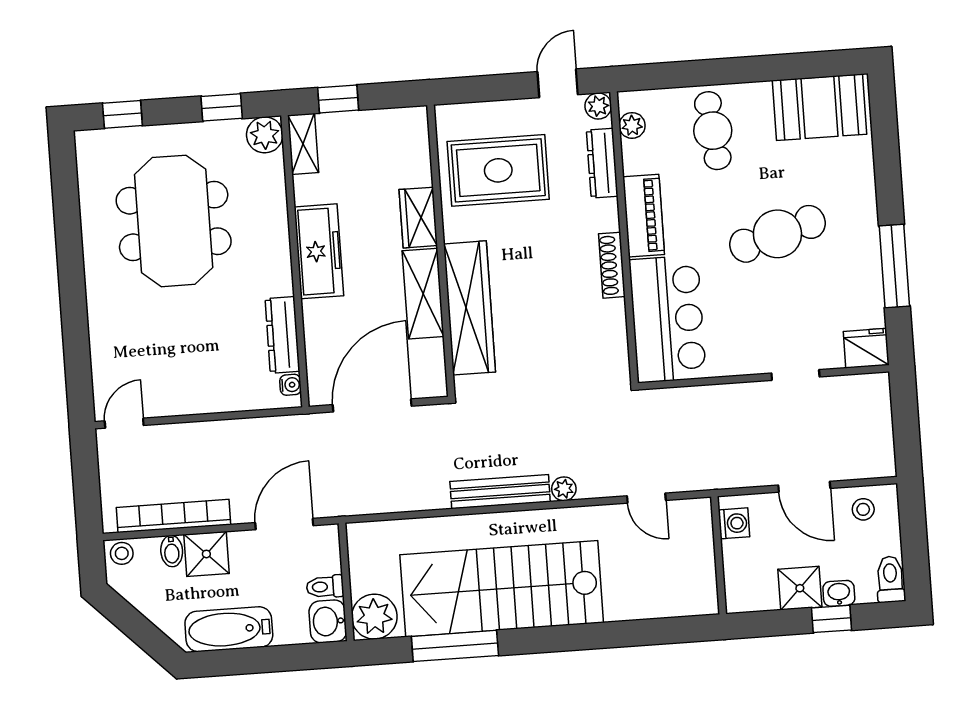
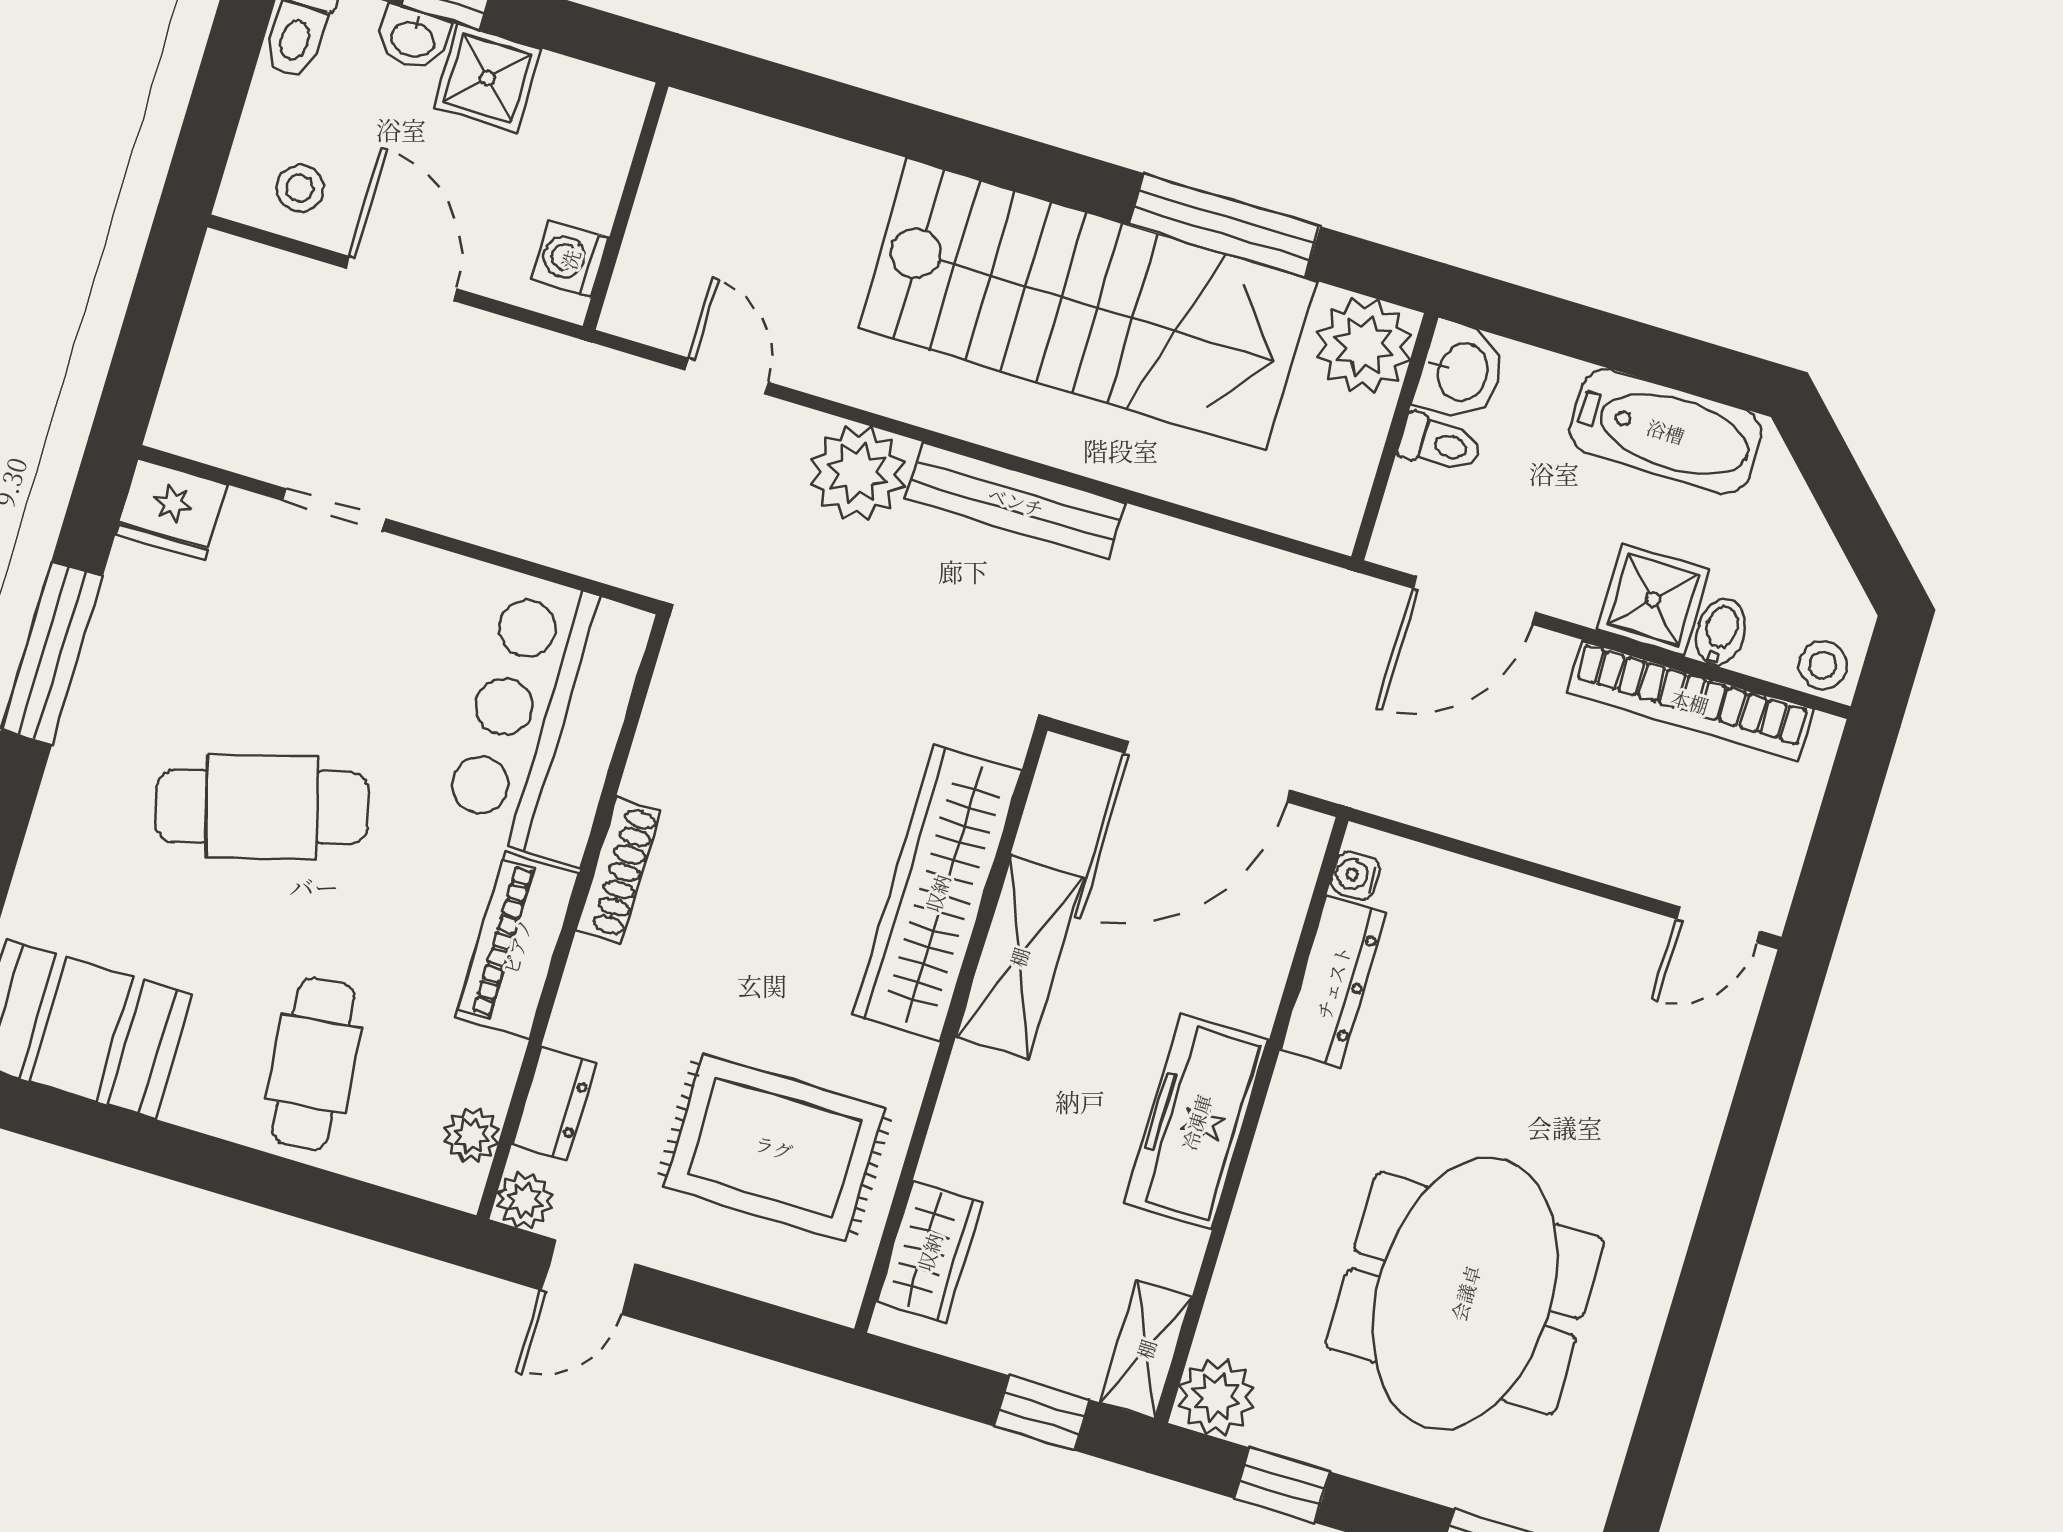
dresser: (602, 163) -> (554, 1104), width x0.70
wardrobe: (418, 218) -> (929, 1252), moved
plant: (564, 489) -> (857, 473), width x1.88, depth x1.88

